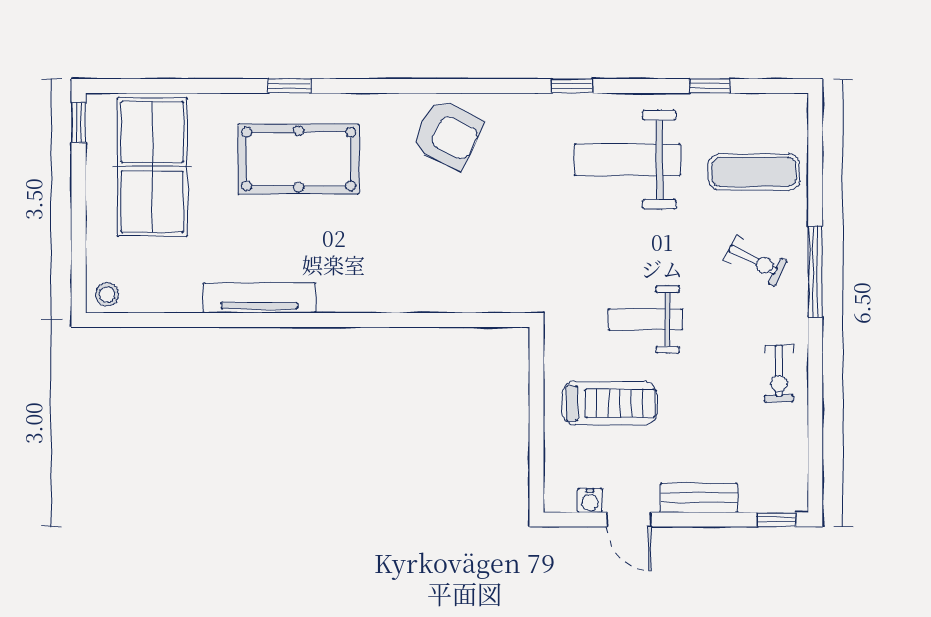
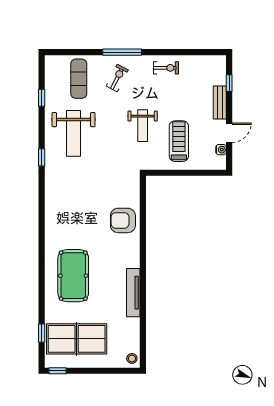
window: (289, 86) -> (42, 333), moved
armchair: (448, 134) -> (123, 220), moved, turned -116
window: (777, 520) -> (229, 83), moved

